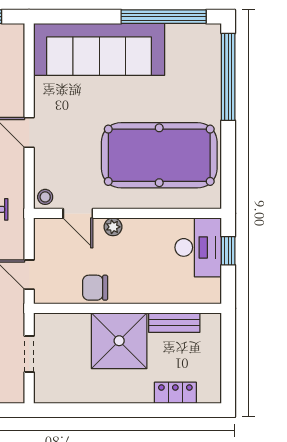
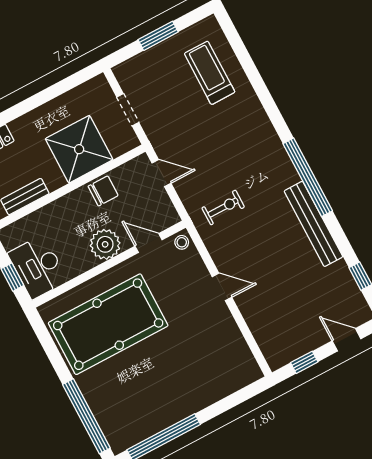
sofa: (99, 49) -> (201, 383), removed
plant: (113, 227) -> (105, 244), width x1.88, depth x1.88
shower: (119, 341) -> (79, 149), moved

